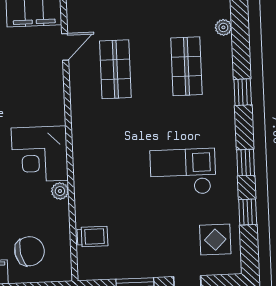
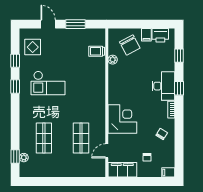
window: (243, 92) -> (15, 157), moved
corner desk: (40, 154) -> (122, 119), moved
plant: (60, 191) -> (113, 60), moved
chair: (29, 251) -> (130, 45), turned -106

